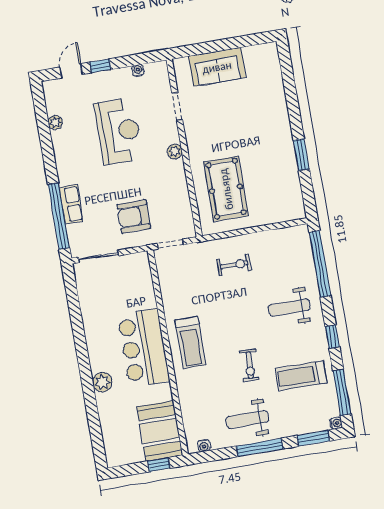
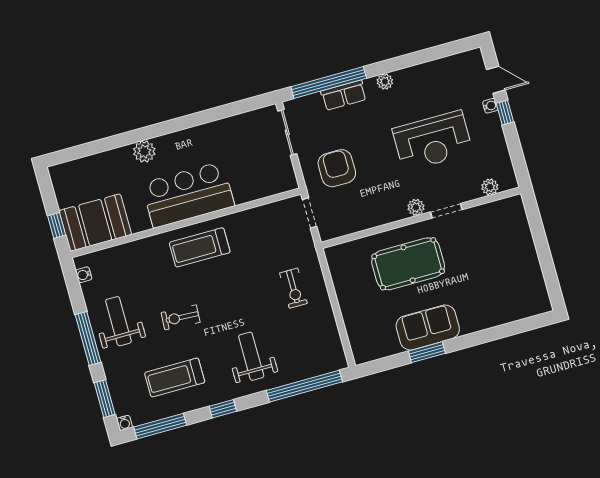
sofa: (217, 67) -> (428, 327), moved, turned 90
water cooler: (138, 70) -> (490, 106), moved
plant: (163, 85) -> (490, 187), added
doorway: (177, 106) -> (446, 211), moved
plant: (55, 122) -> (385, 82), moved
pool table: (226, 189) -> (408, 264), moved
treadmill: (301, 376) -> (175, 378), turned -90

